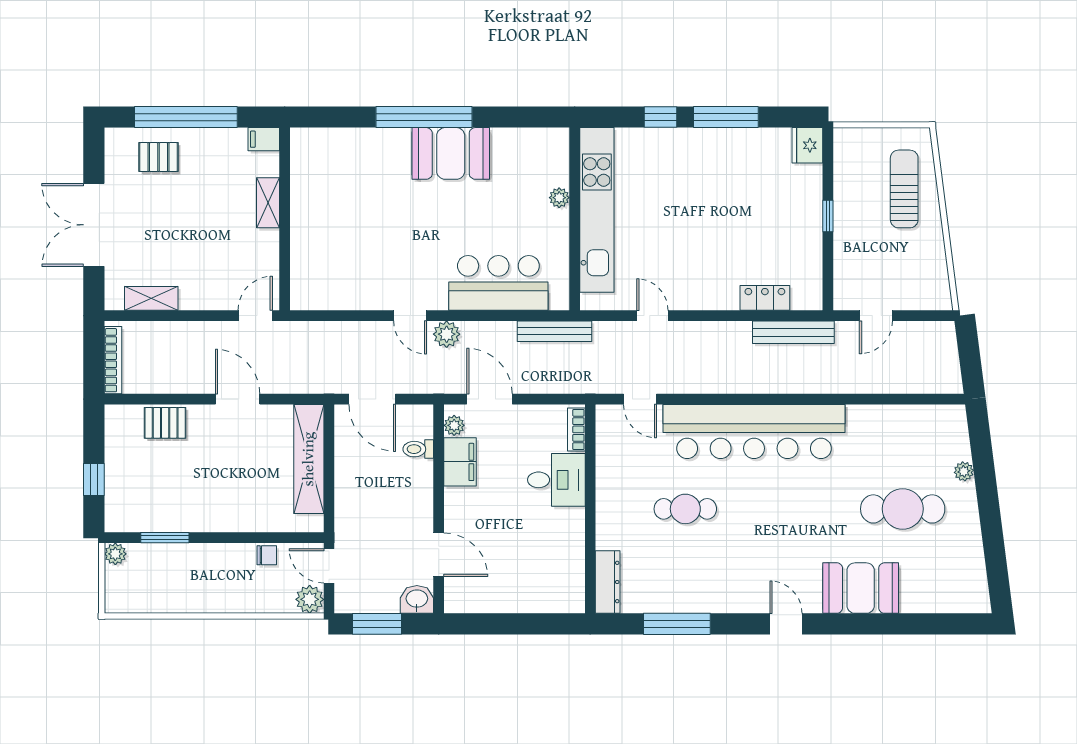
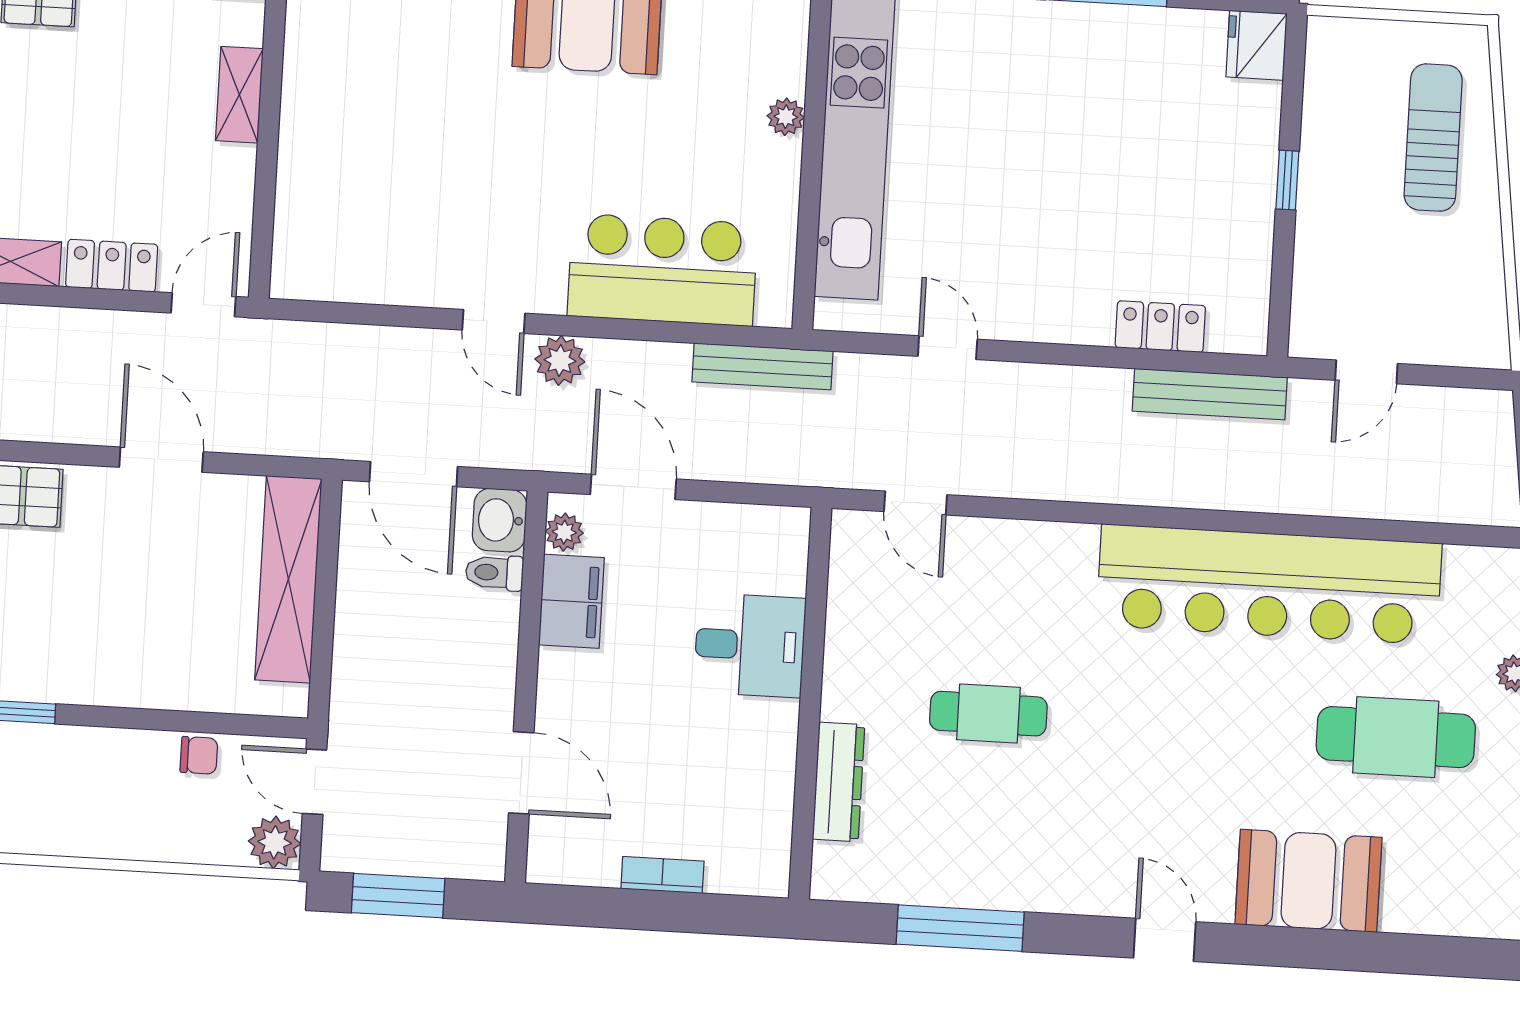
locker: (205, 298) -> (112, 266), added
bookcase: (576, 429) -> (662, 875), moved, turned 90
bar counter: (754, 432) -> (1269, 584), moved
dresser: (608, 582) -> (838, 782), moved
washbasin: (417, 599) -> (500, 520), moved, turned -90

